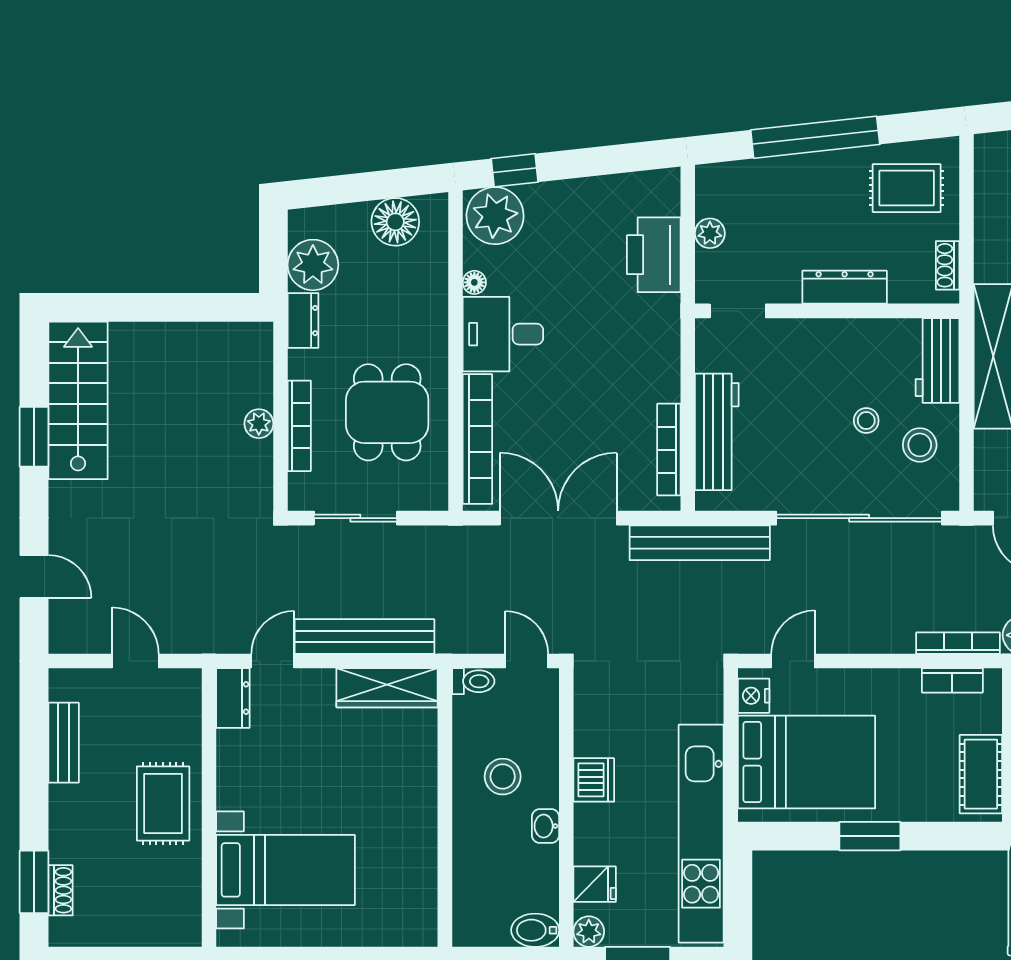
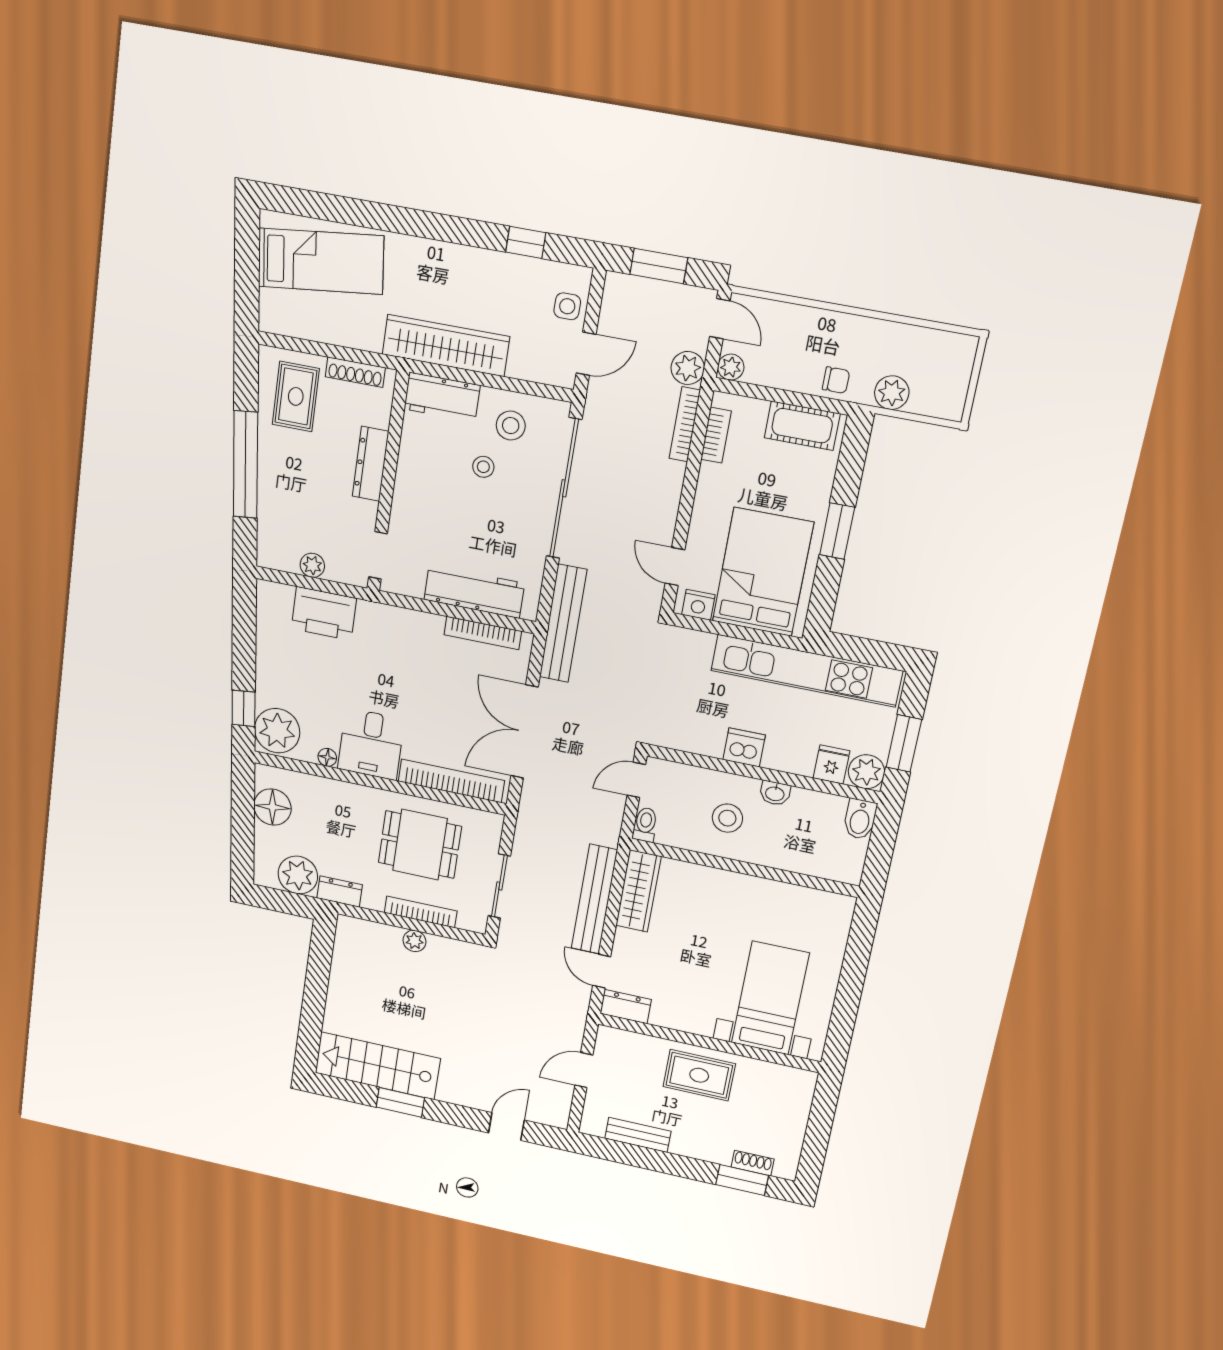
shoe rack: (948, 265) -> (355, 372), width x1.43
plant: (589, 932) -> (866, 772), width x1.38, depth x1.38

